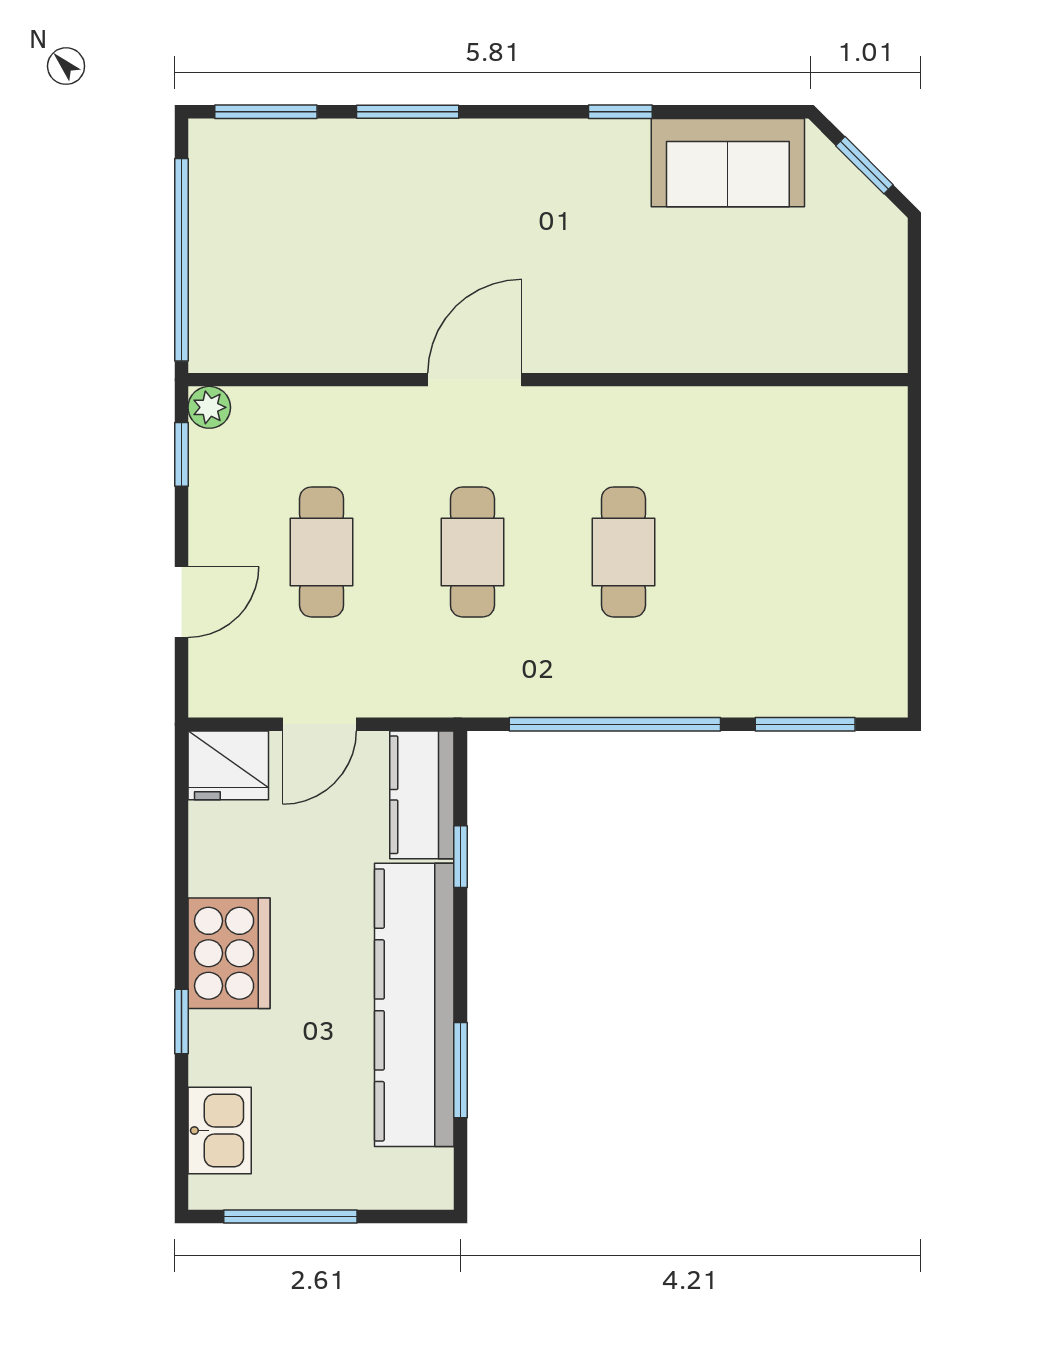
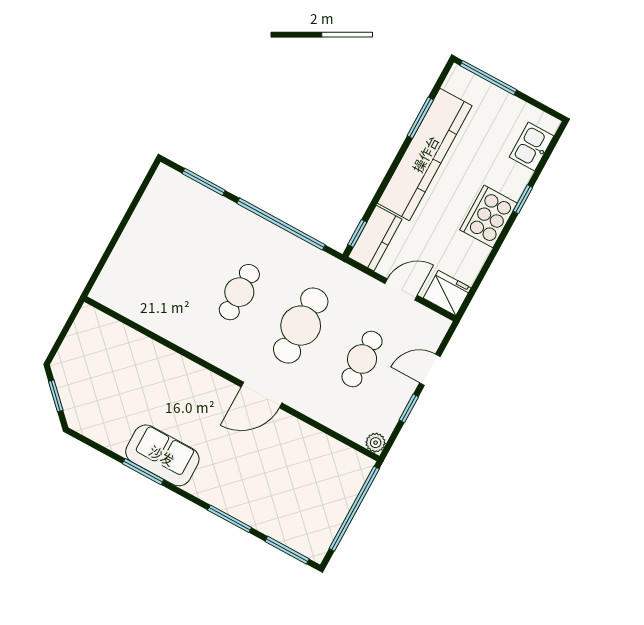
window: (620, 112) -> (143, 472), width x1.50
sofa: (728, 163) -> (162, 455), moved
window: (182, 454) -> (409, 408), moved
cafe table: (472, 552) -> (301, 326), width x1.37, depth x1.35
window: (460, 857) -> (357, 233), moved
window: (290, 1216) -> (488, 78), moved

